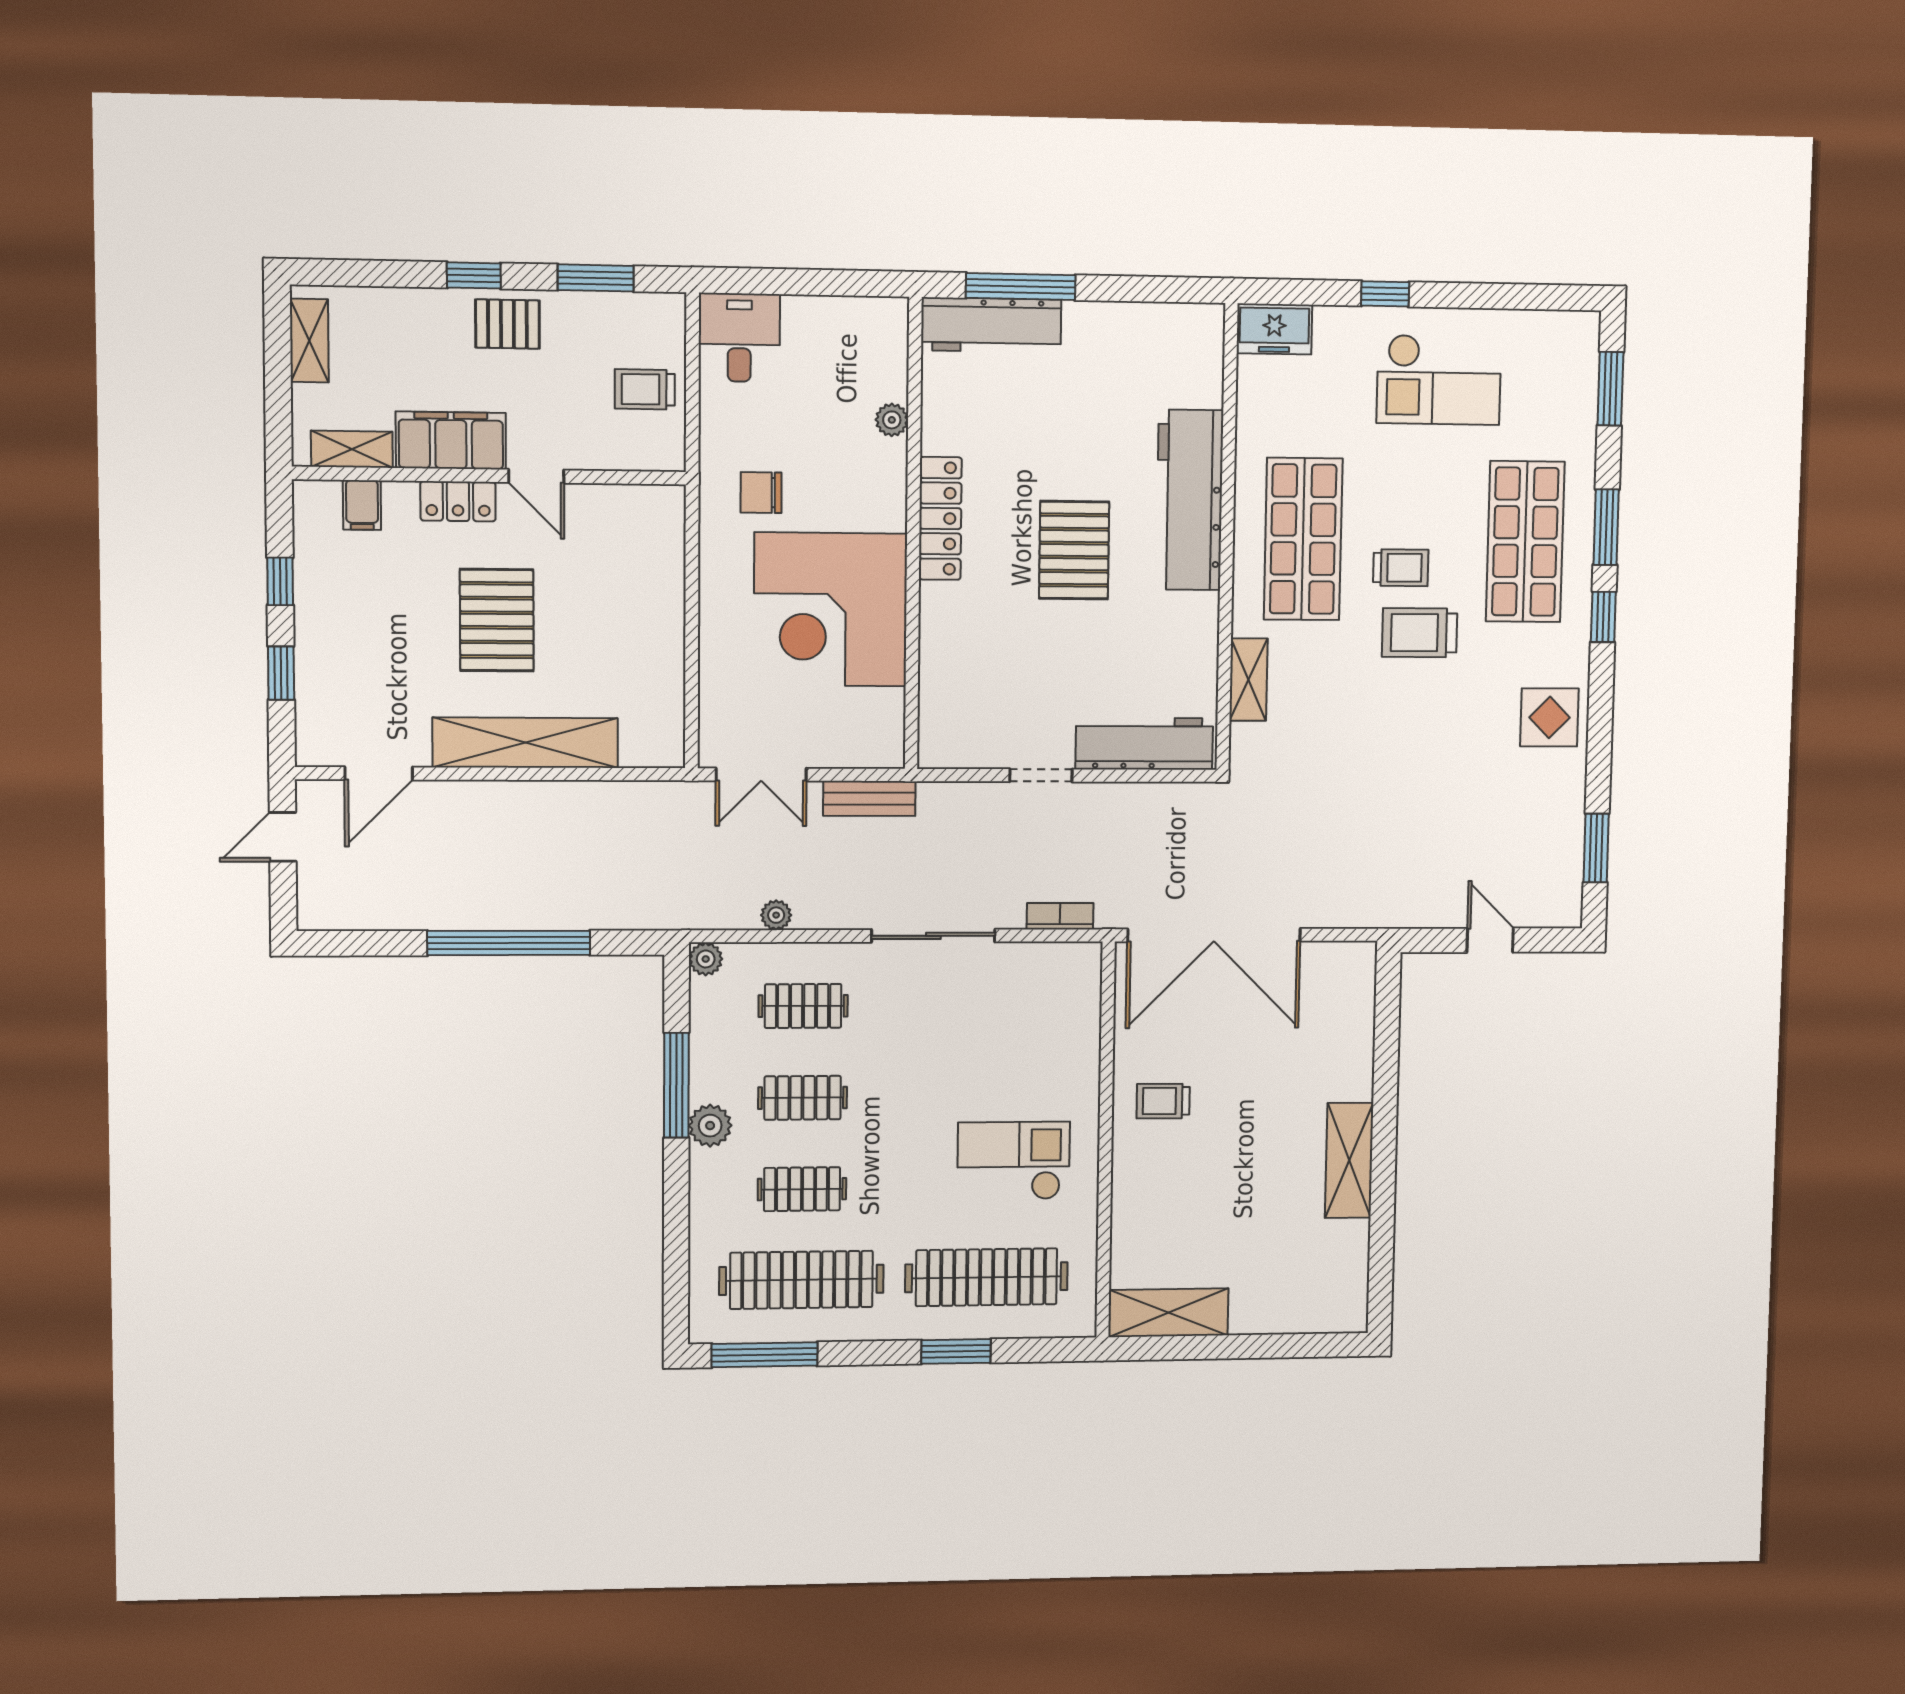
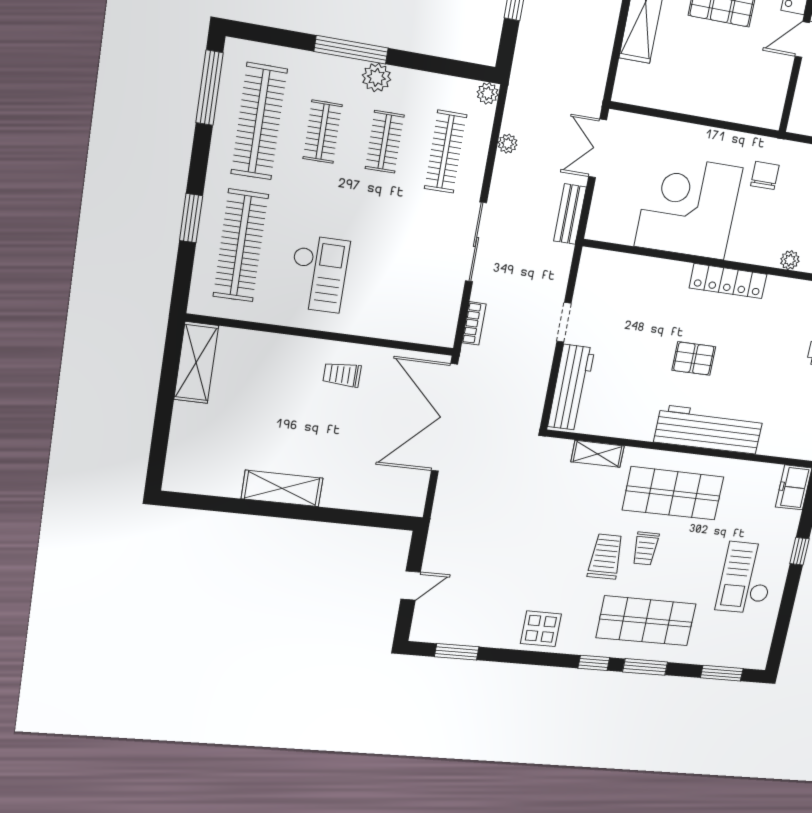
pallet: (1074, 550) -> (694, 358), width x0.67, depth x0.71
clothes rail: (803, 1006) -> (446, 152), width x1.36
window: (676, 1085) -> (351, 50), moved
trolley: (1163, 1101) -> (342, 375), turned -90

